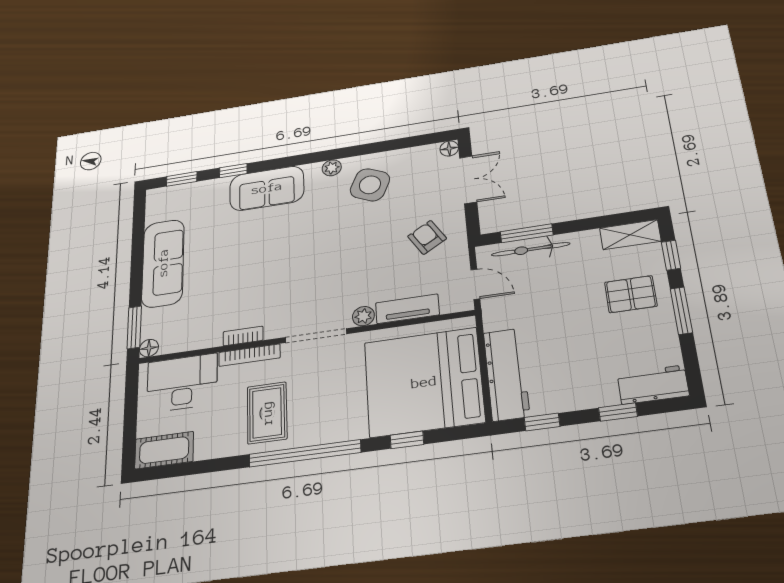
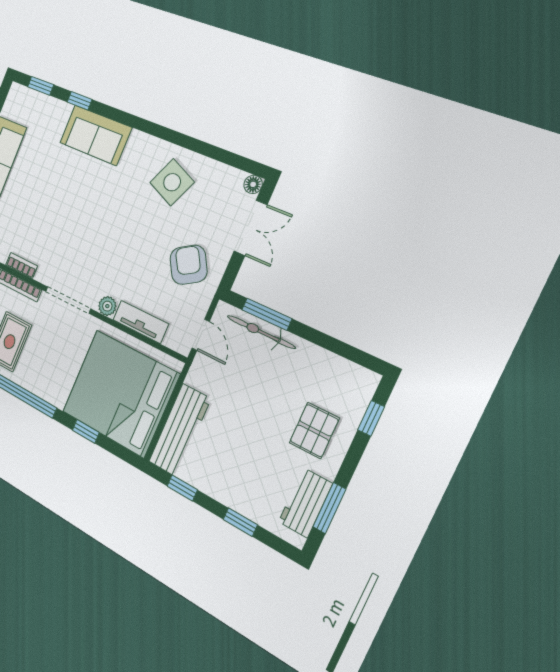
plant: (332, 168) -> (152, 145), removed
shelving: (630, 235) -> (350, 375), removed
armchair: (427, 237) -> (188, 265), width x1.38, depth x1.38
pallet: (631, 294) -> (314, 431), turned 90
window: (681, 311) -> (329, 508), moved
workbench: (653, 385) -> (305, 503), moved, turned -90

